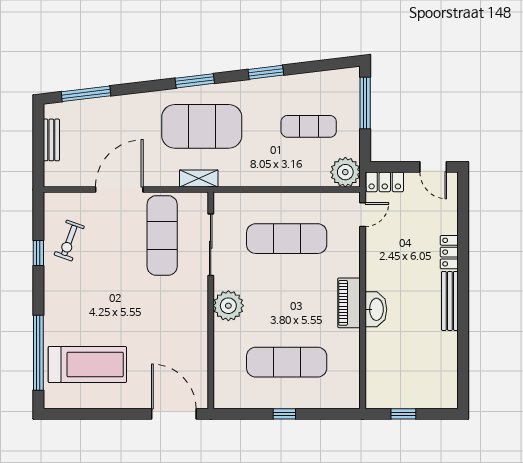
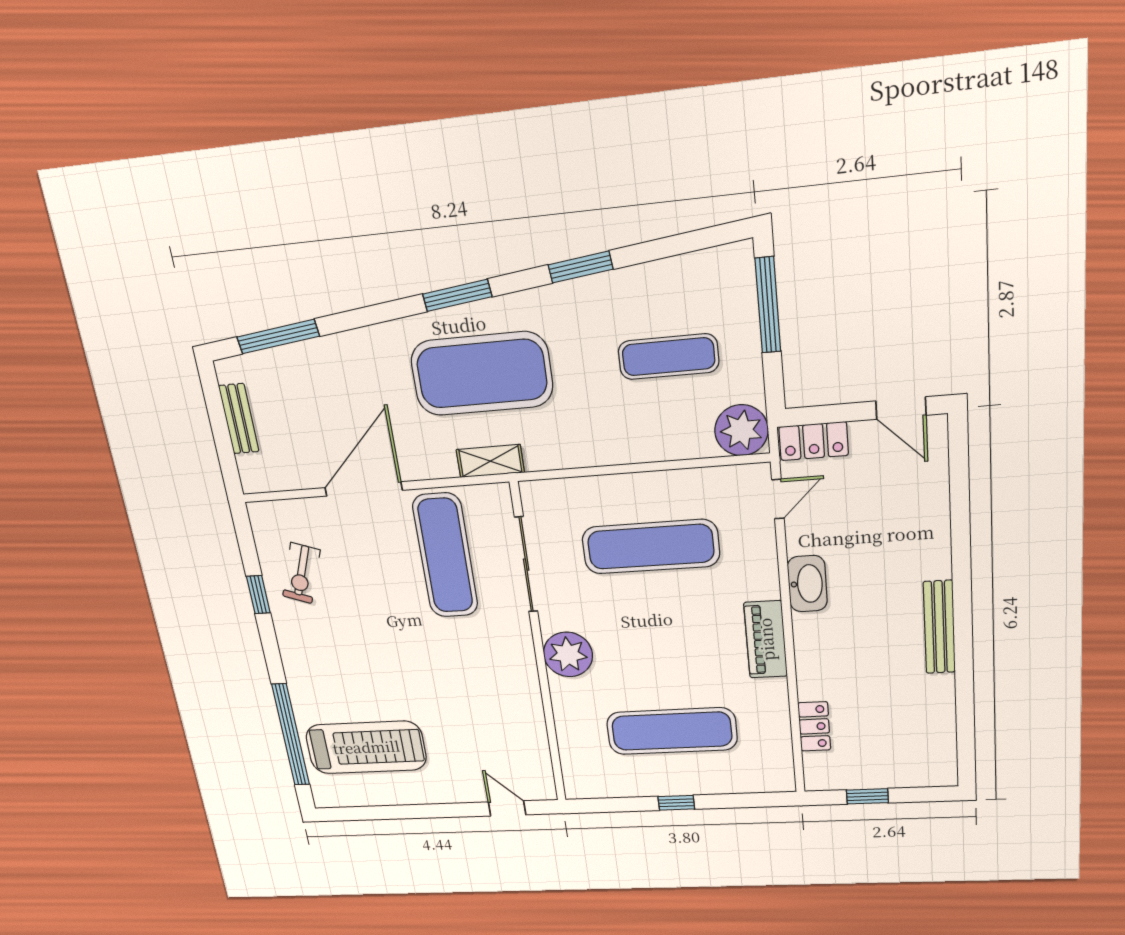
locker: (449, 252) -> (814, 726), moved, turned 180
washbasin: (376, 309) -> (807, 584), moved
door: (174, 414) -> (507, 808), width x0.53

